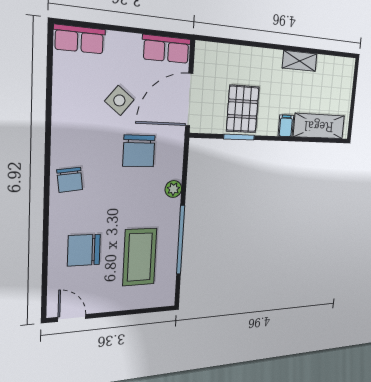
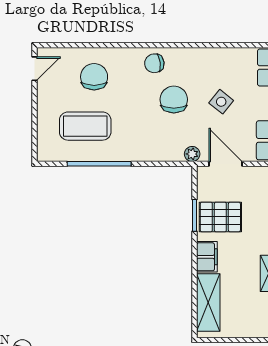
door: (189, 100) -> (226, 164), width x0.73
filing cabinet: (286, 126) -> (207, 257), width x2.00
chair: (139, 151) -> (174, 99), moved, turned 90
plant: (173, 189) -> (192, 154), moved

